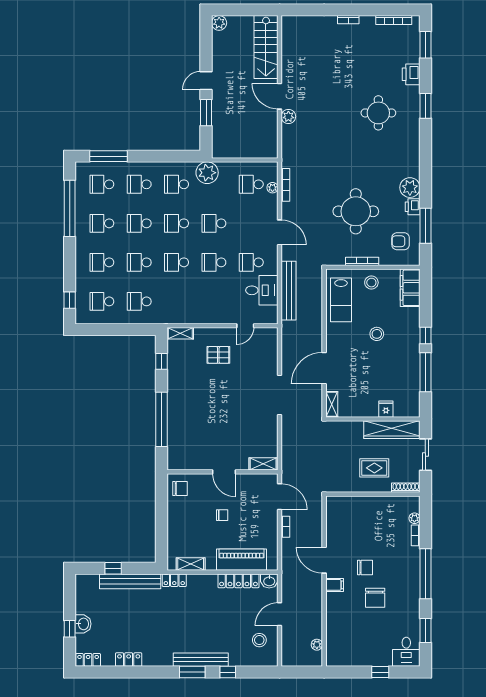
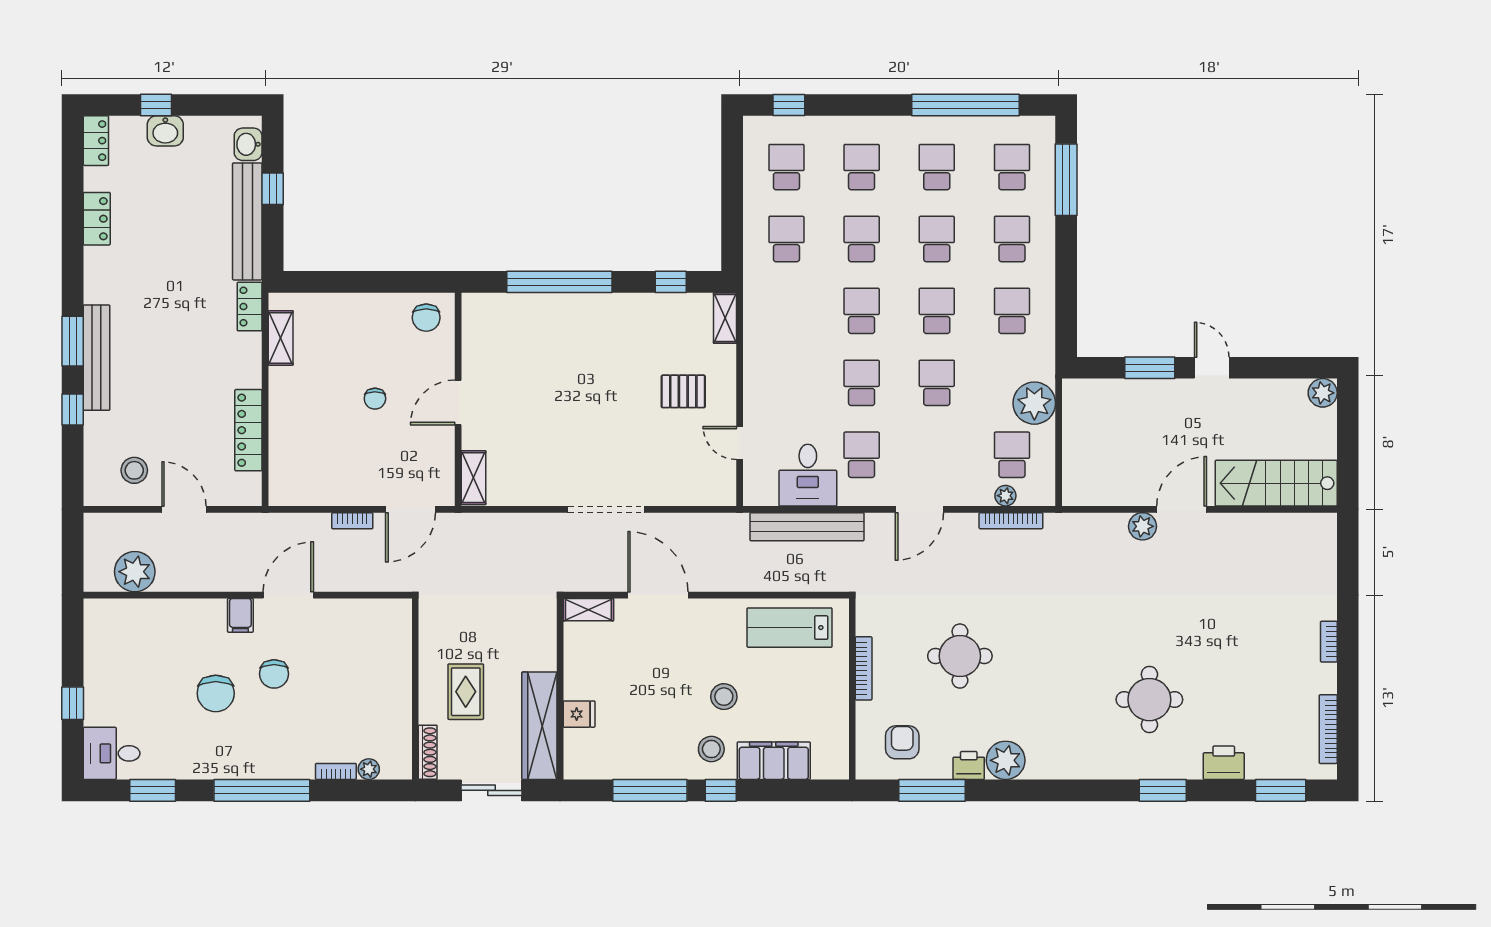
plant: (207, 173) -> (1034, 403), moved
round table: (356, 211) -> (960, 656), width x0.73, depth x0.73
stool: (371, 283) -> (711, 749), moved
filing cabinet: (410, 288) -> (774, 761), moved
pallet: (218, 355) -> (683, 391), turned 90
piano: (241, 560) -> (289, 436), removed
washbasin: (269, 581) -> (248, 144), moved
chair: (375, 598) -> (216, 693), turned -90
plant: (317, 645) -> (135, 572), width x1.87, depth x1.87

